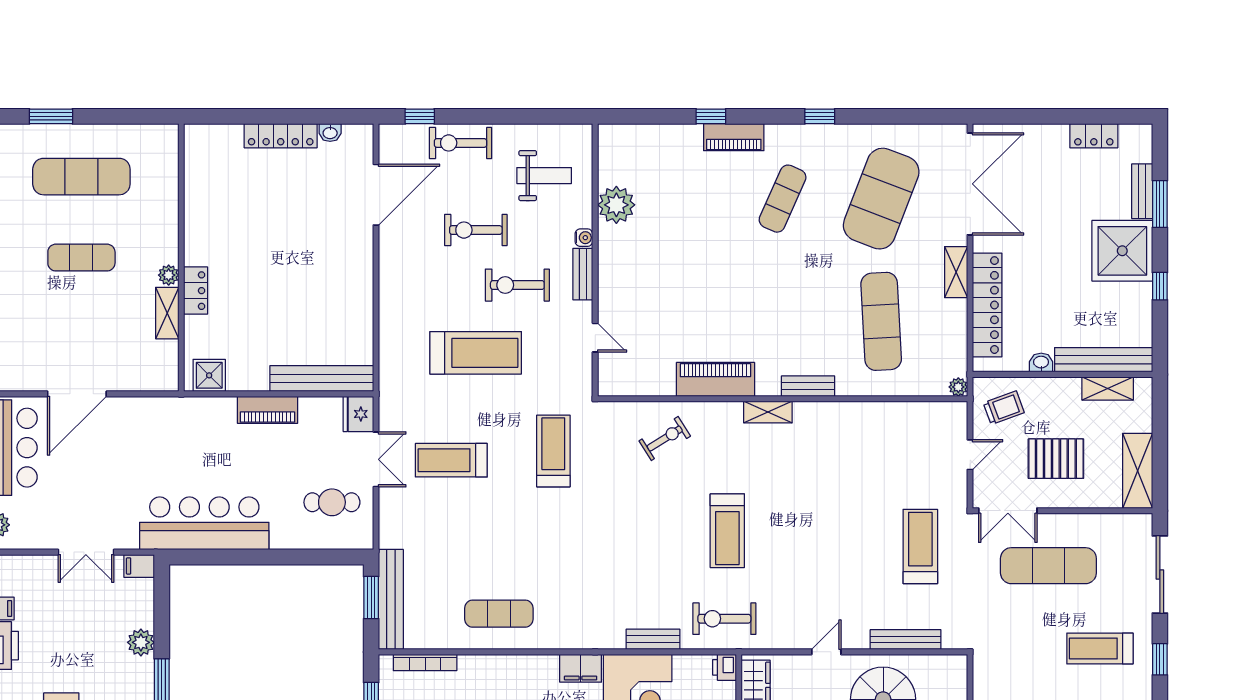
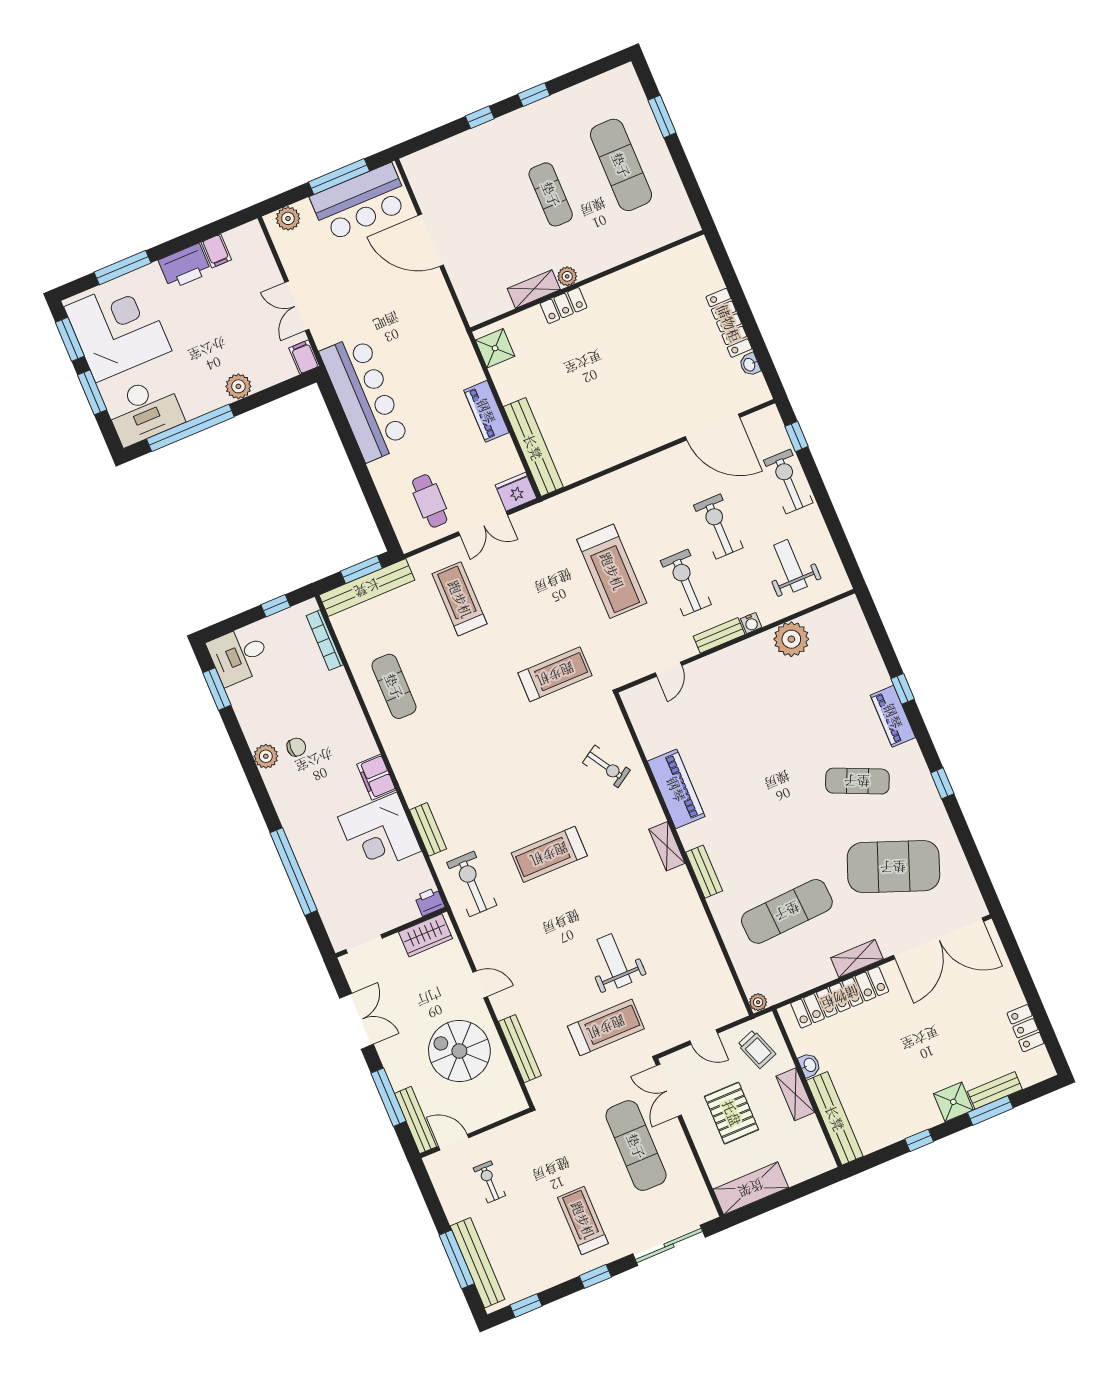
weight bench: (544, 176) -> (790, 566), turned 180
shower: (1122, 251) -> (953, 1102), width x0.54, depth x0.54
shelving: (1108, 388) -> (795, 1094), moved
treadmill: (451, 460) -> (460, 599), moved
weight bench: (859, 511) -> (614, 961), added

